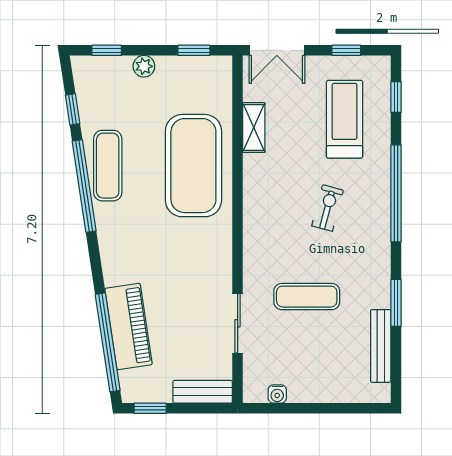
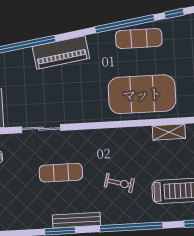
exercise mat: (307, 297) -> (61, 173), turned 90
piano: (129, 327) -> (61, 52), moved
bench: (381, 346) -> (76, 220), moved

